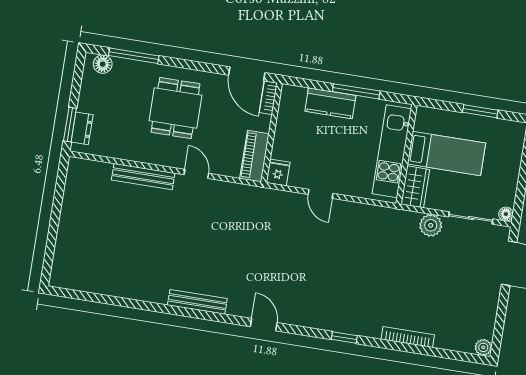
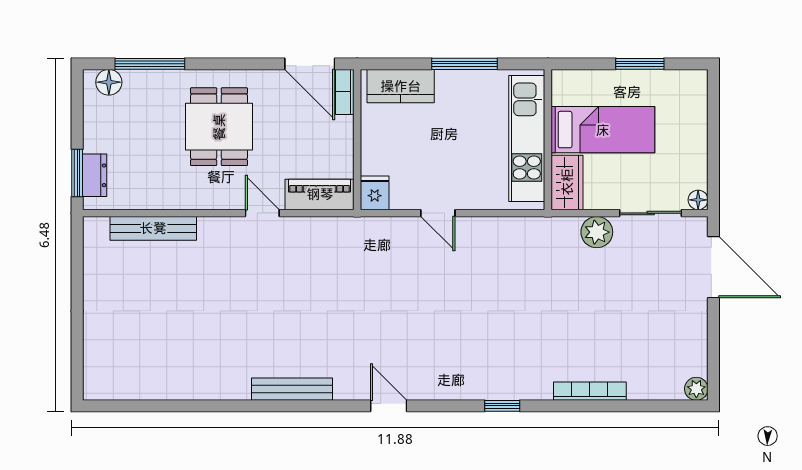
kitchen counter: (330, 103) -> (401, 86), moved
piano: (254, 156) -> (320, 194), moved, turned 90
bench: (143, 177) -> (153, 228), moved

